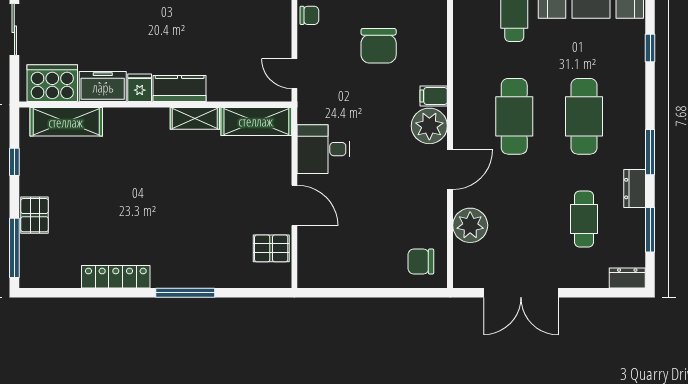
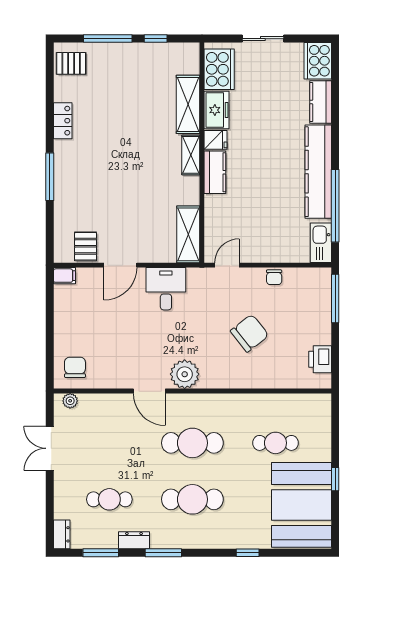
chair: (379, 46) -> (250, 333), turned 142
filing cabinet: (434, 96) -> (64, 276), moved, turned 90
shelving: (195, 118) -> (191, 155), moved
shelving: (66, 122) -> (188, 104), moved
pallet: (35, 215) -> (71, 63), moved
plant: (470, 225) -> (70, 401), moved, width x0.53, depth x0.53
window: (14, 248) -> (108, 39), moved
locker: (116, 277) -> (63, 121), width x0.66
double door: (521, 293) -> (50, 448), width x0.73

